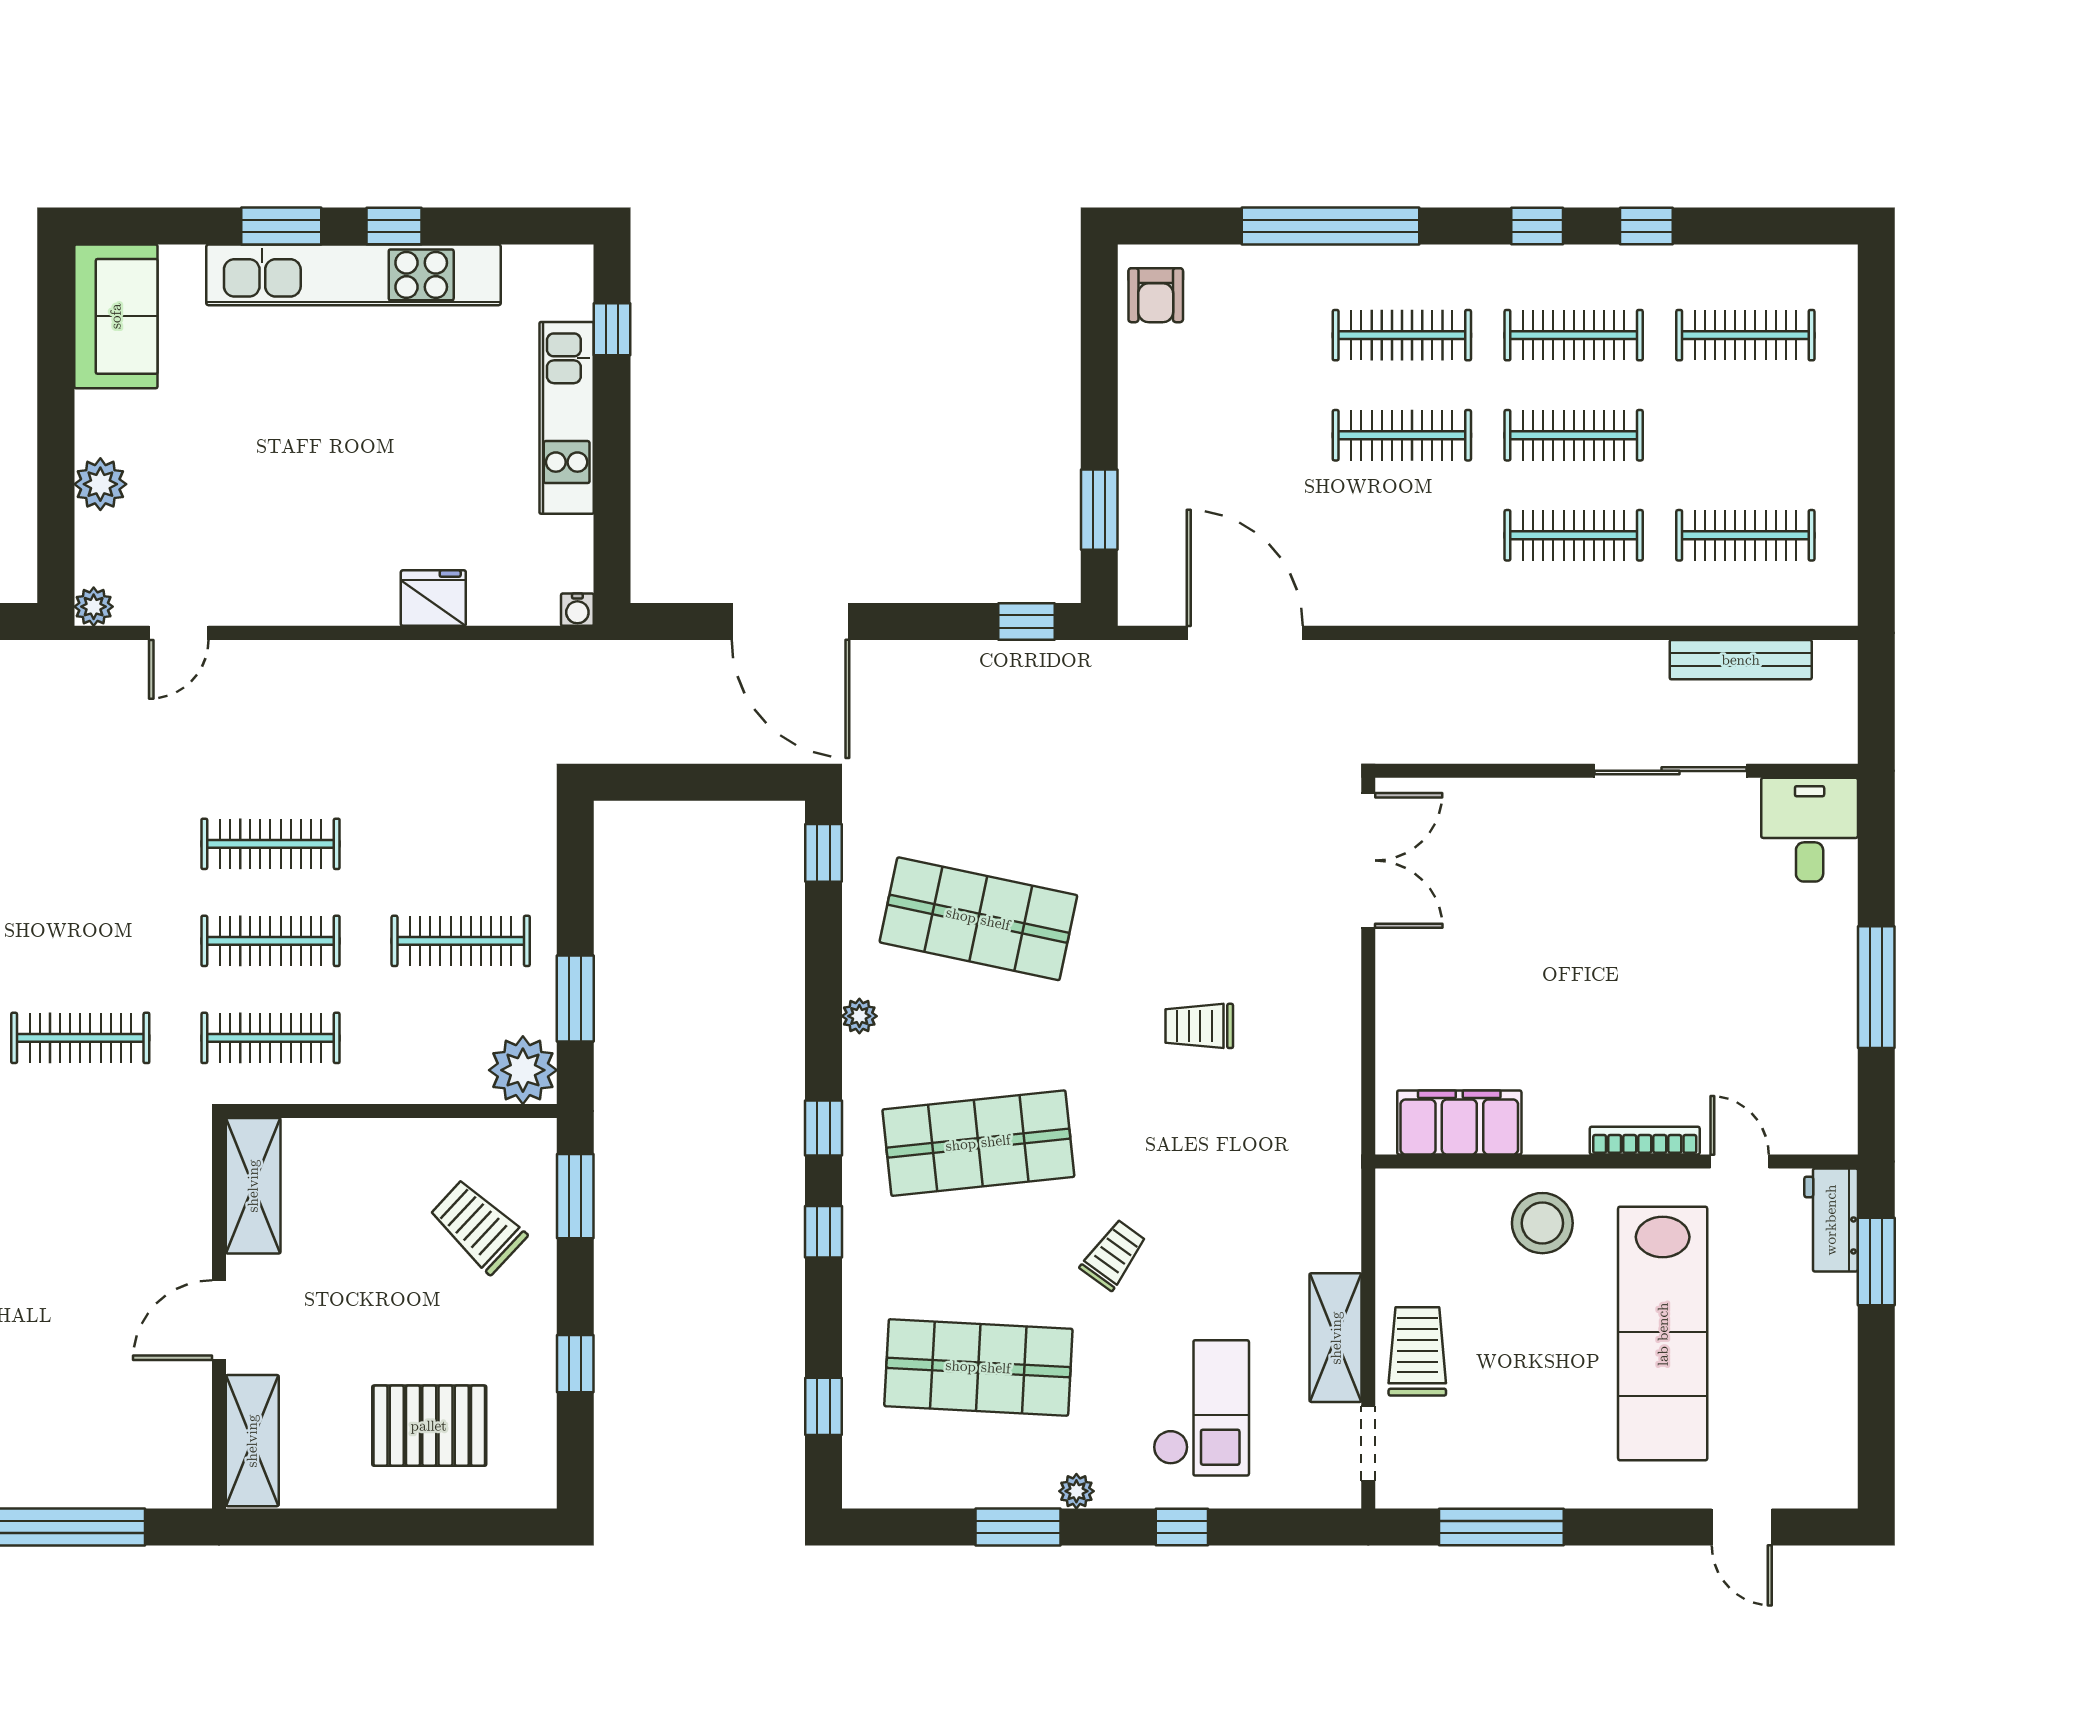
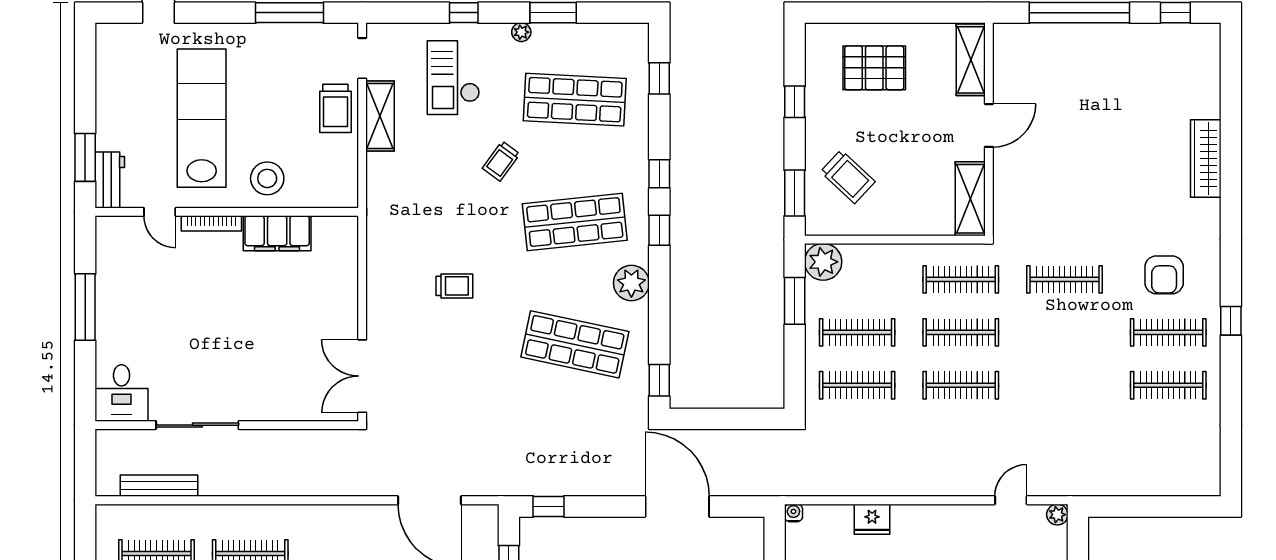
clothes rail: (461, 844) -> (857, 385), added
plant: (859, 1016) -> (631, 283), width x1.87, depth x1.87
filing cabinet: (1459, 1122) -> (277, 233), moved

